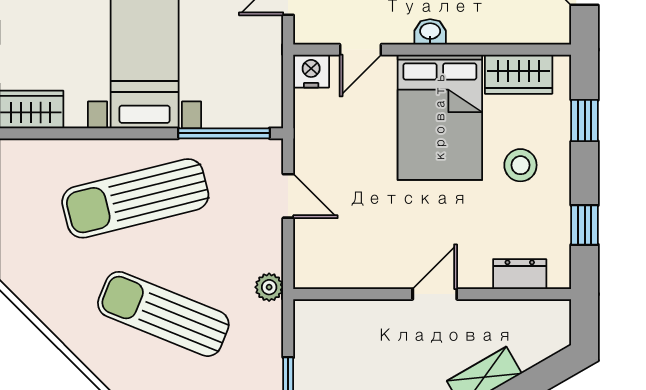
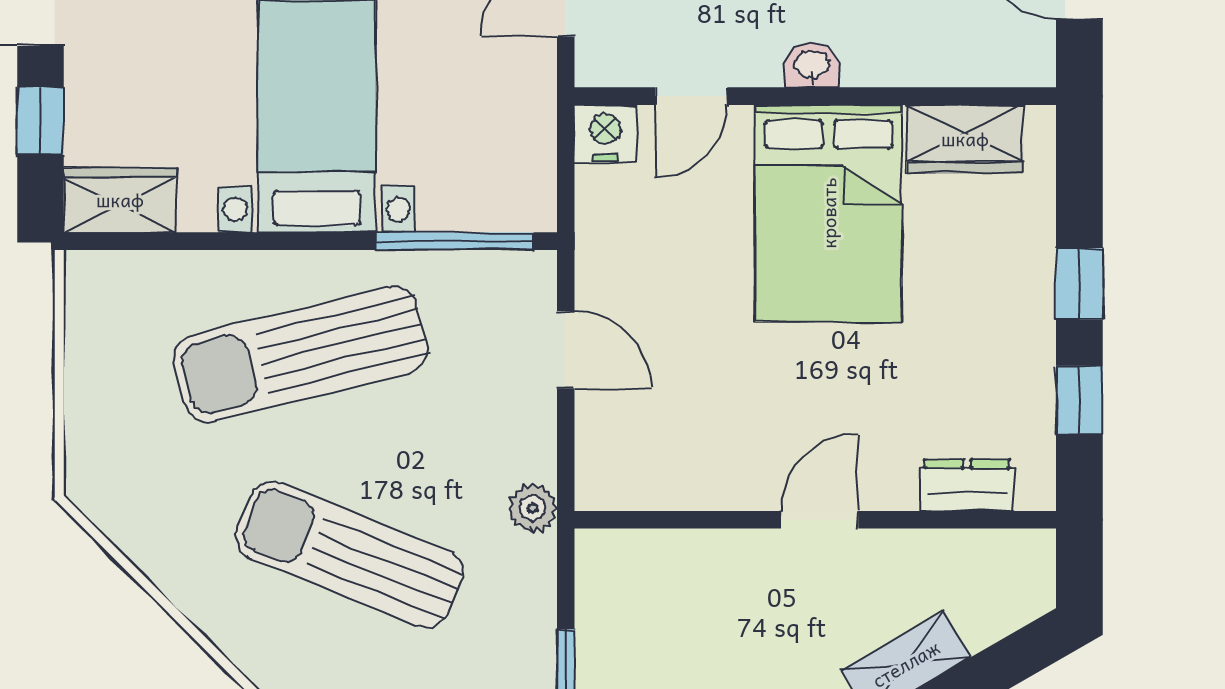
window: (585, 121) -> (1079, 284), moved
stool: (520, 165) -> (968, 296), removed

